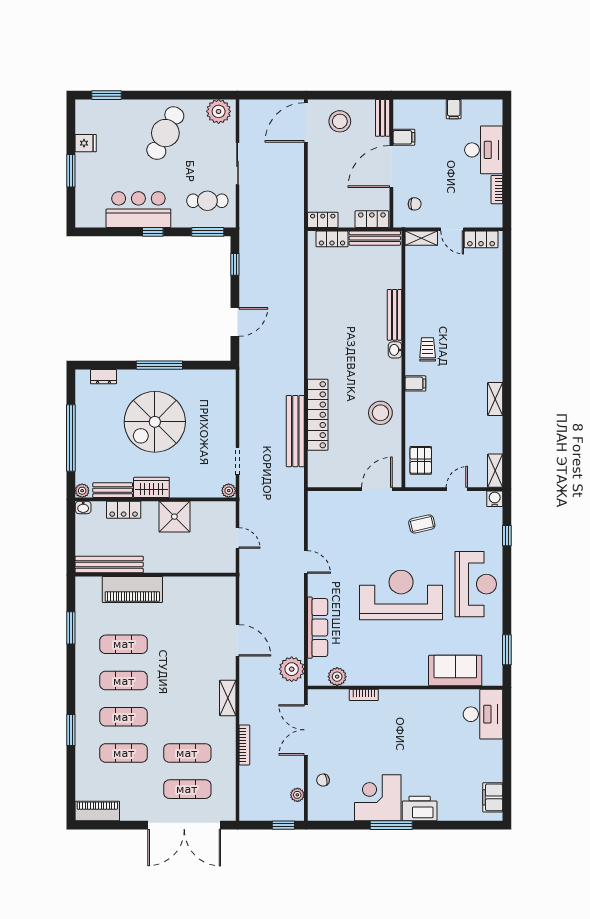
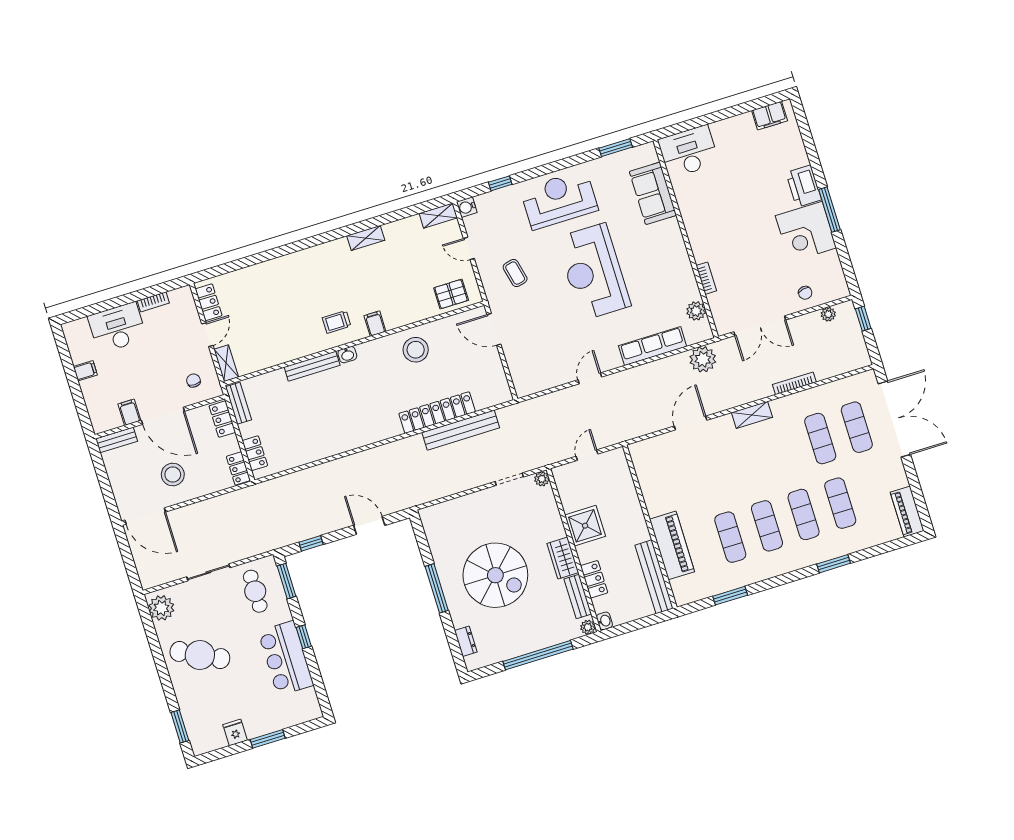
stool: (340, 121) -> (173, 475), moved
bench: (375, 238) -> (238, 403), width x0.73

